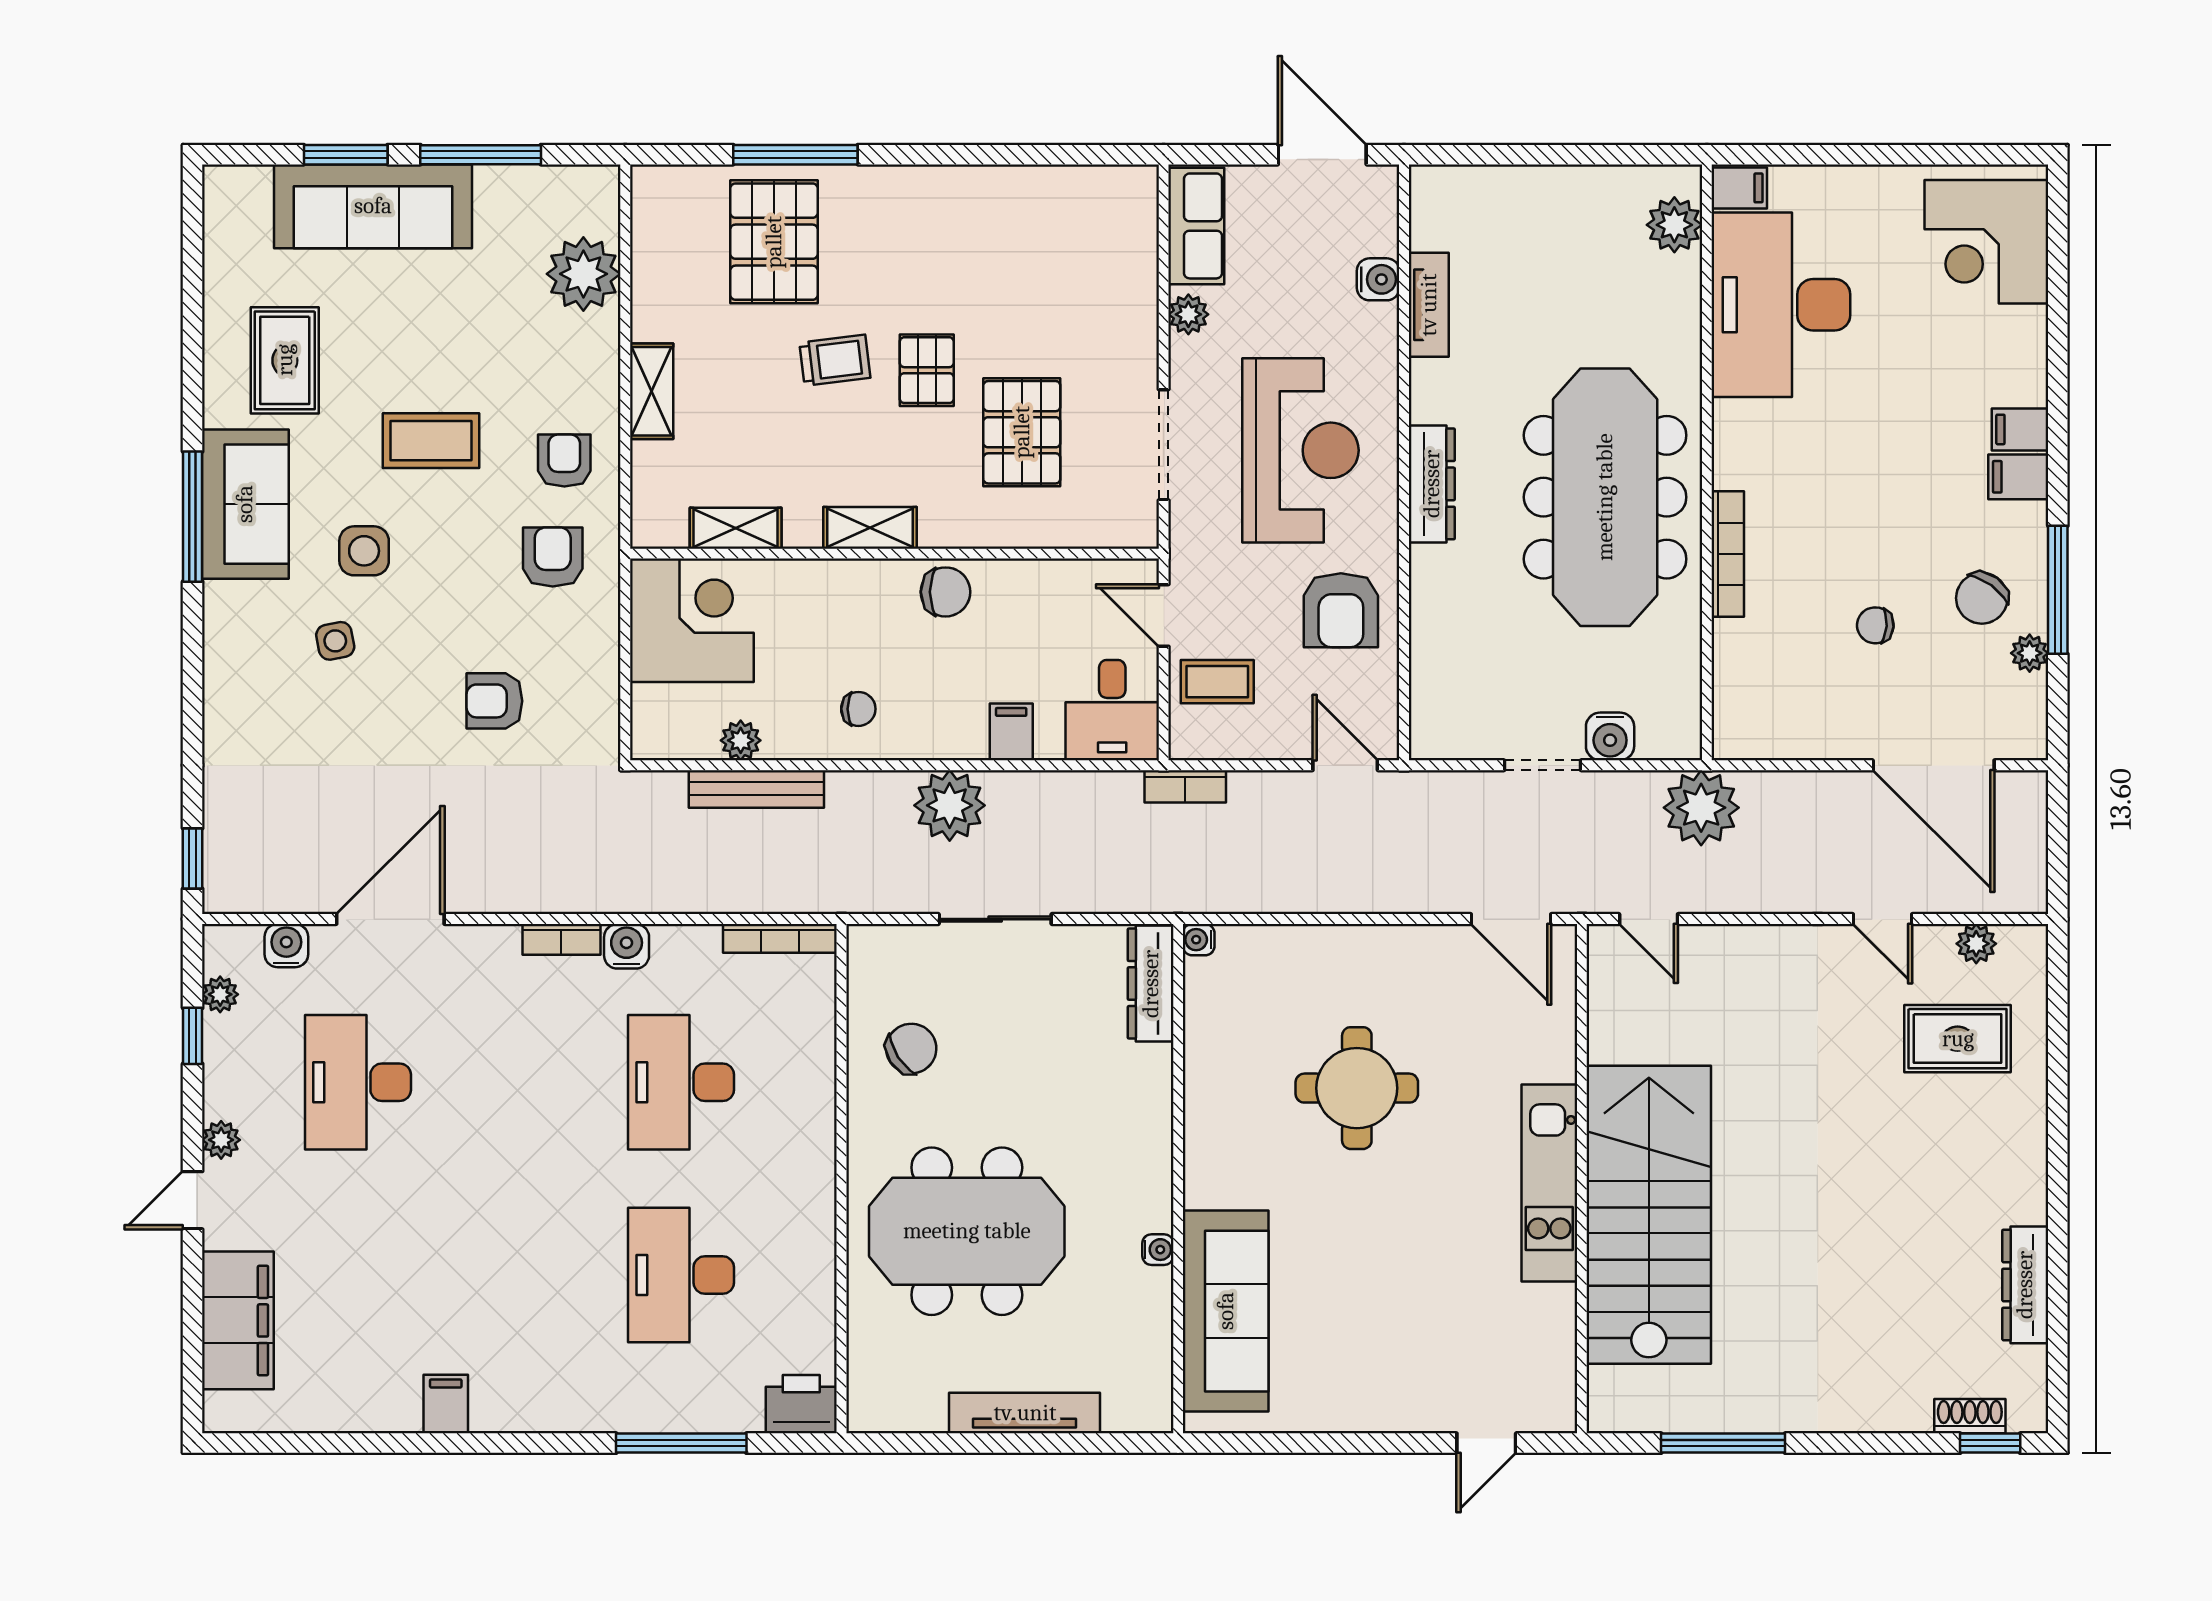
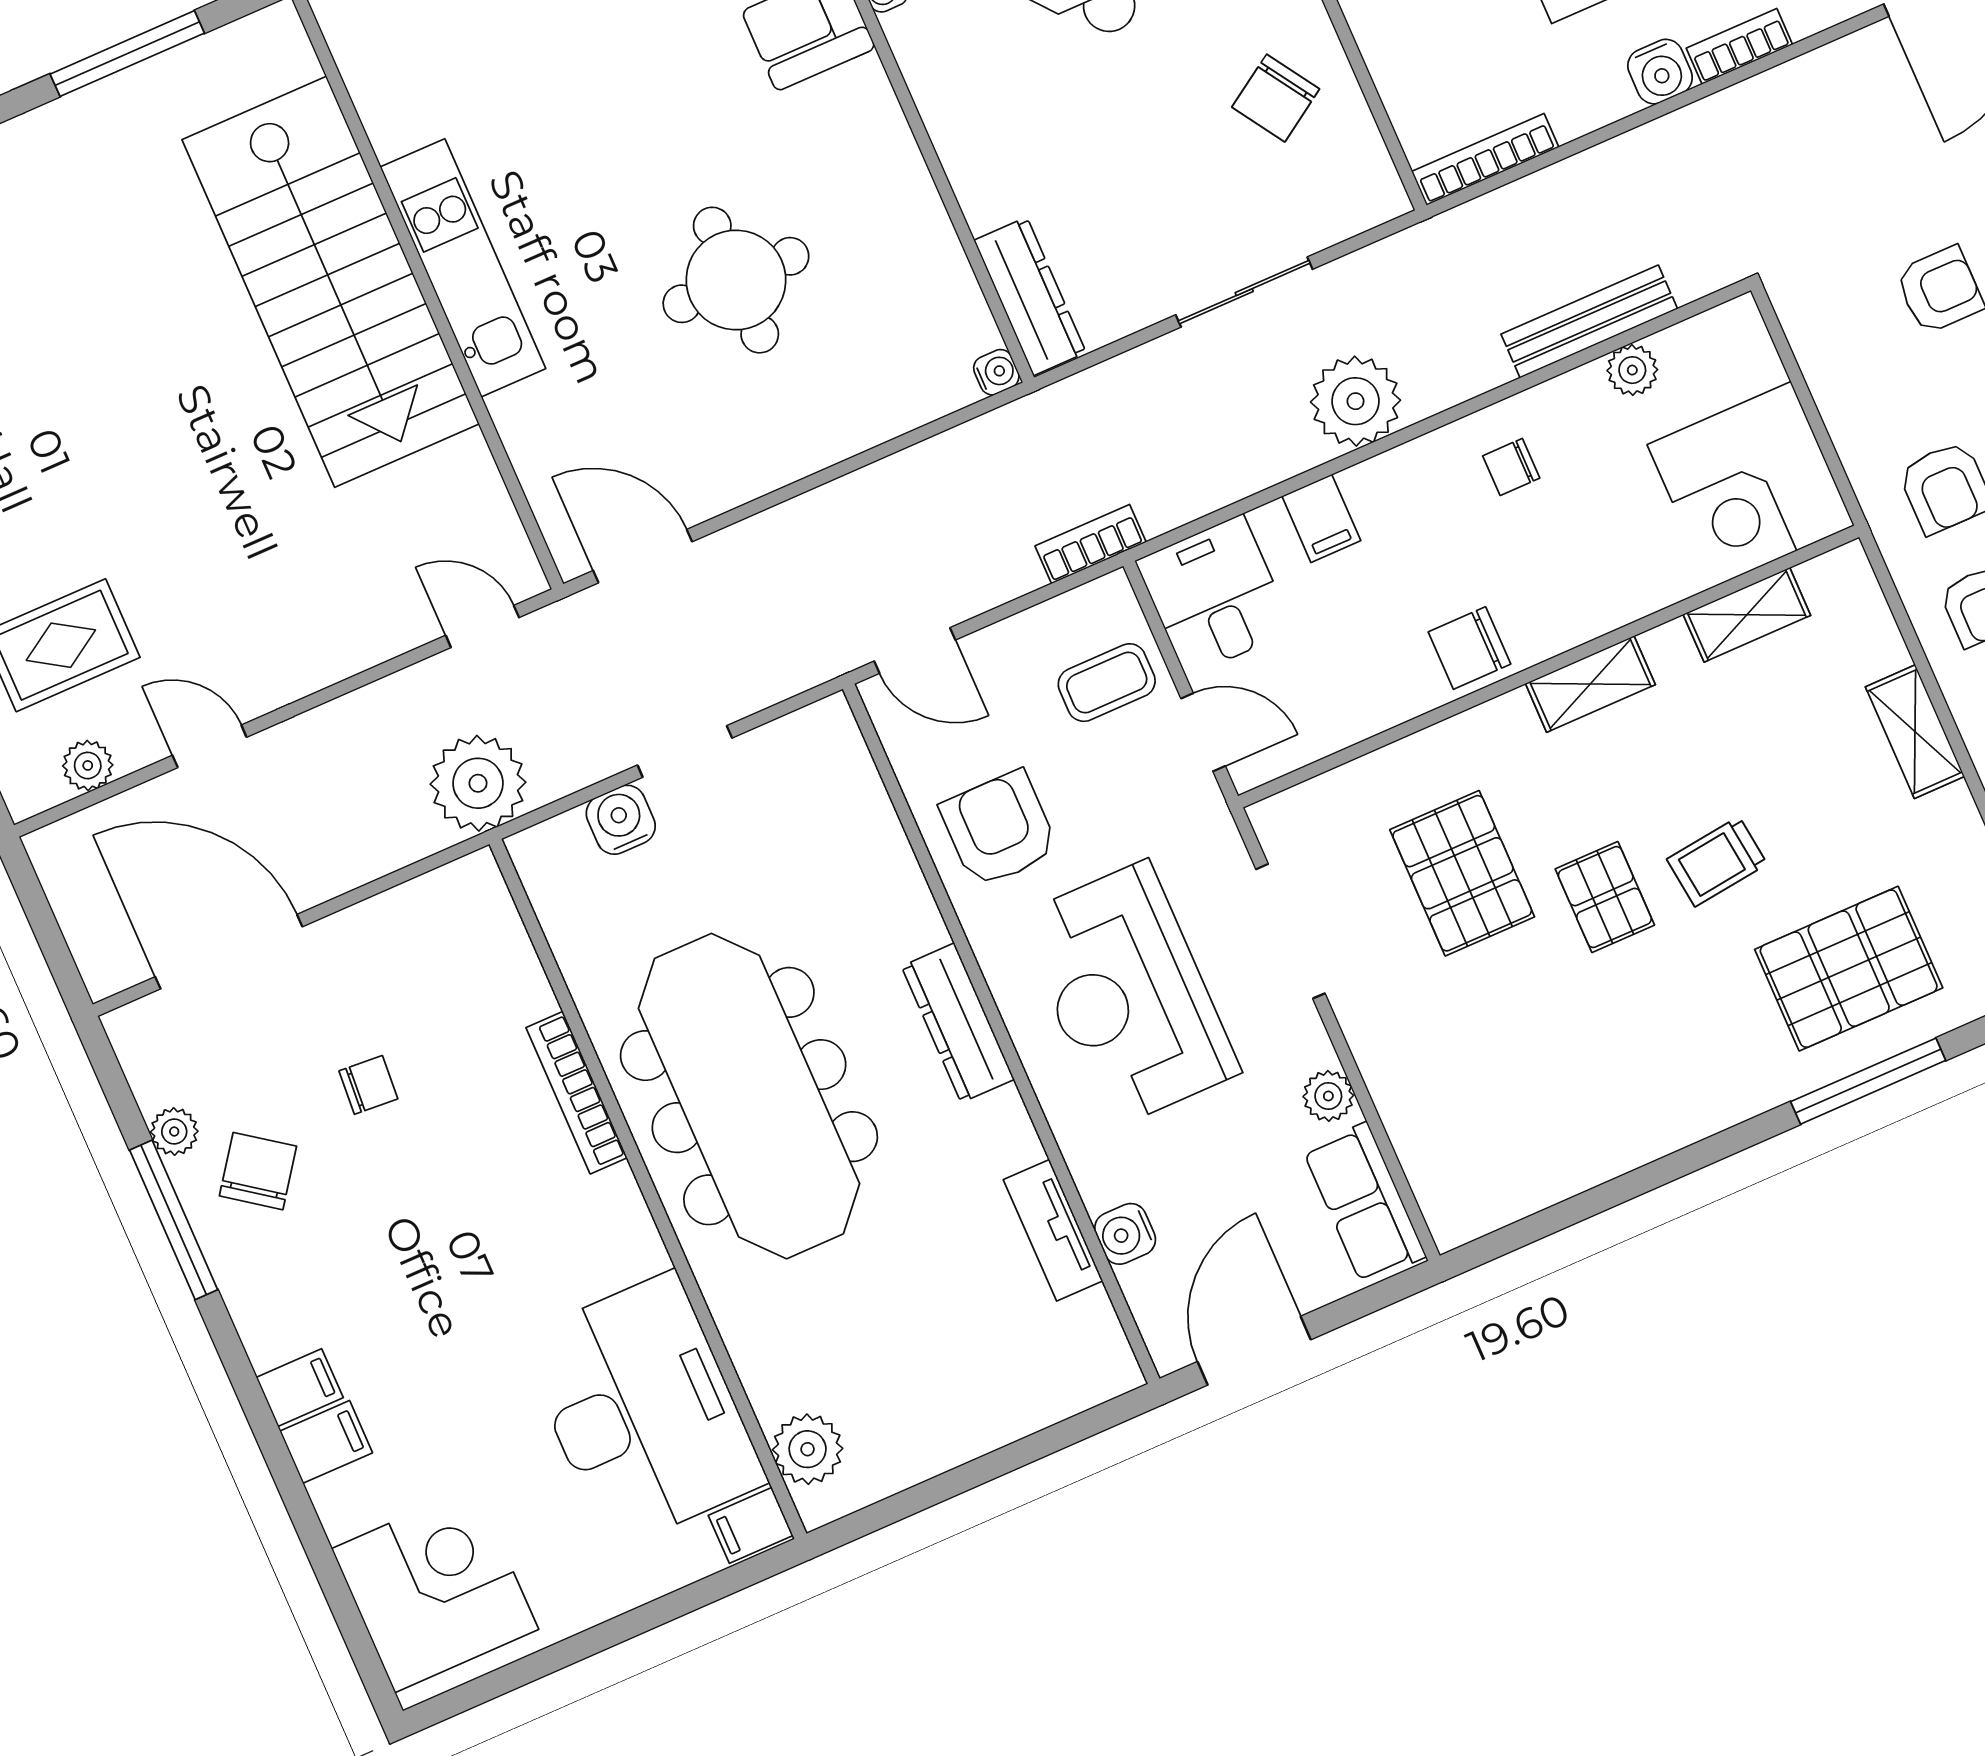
door: (1322, 155) -> (1254, 1351), swing flipped
pallet: (774, 242) -> (1849, 969), turned 90
filing cabinet: (2018, 477) -> (326, 1442), moved

